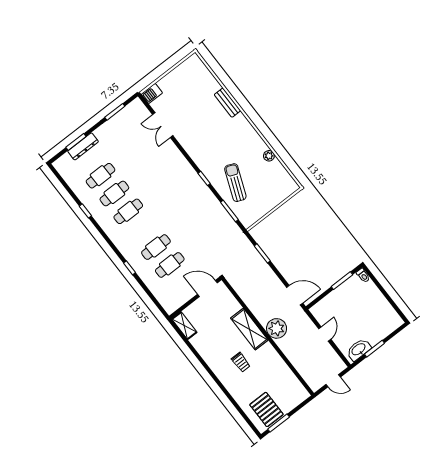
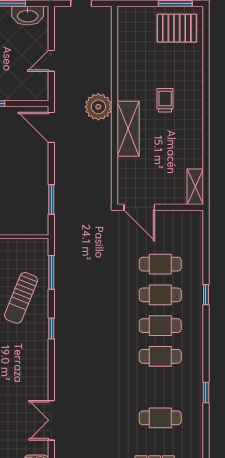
double door: (163, 125) -> (51, 420), swing flipped
cafe table: (114, 194) -> (160, 326), moved
pallet: (266, 409) -> (177, 28), turned 90

